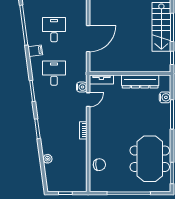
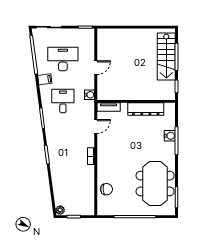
desk: (54, 30) -> (63, 59), width x1.37
door: (88, 39) -> (96, 68), width x0.53
water cooler: (82, 87) -> (90, 95), moved
water cooler: (165, 97) -> (170, 136), moved
plant: (48, 159) -> (60, 210), moved

